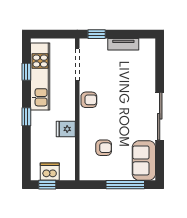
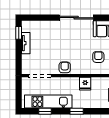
window: (97, 34) -> (19, 33), moved

